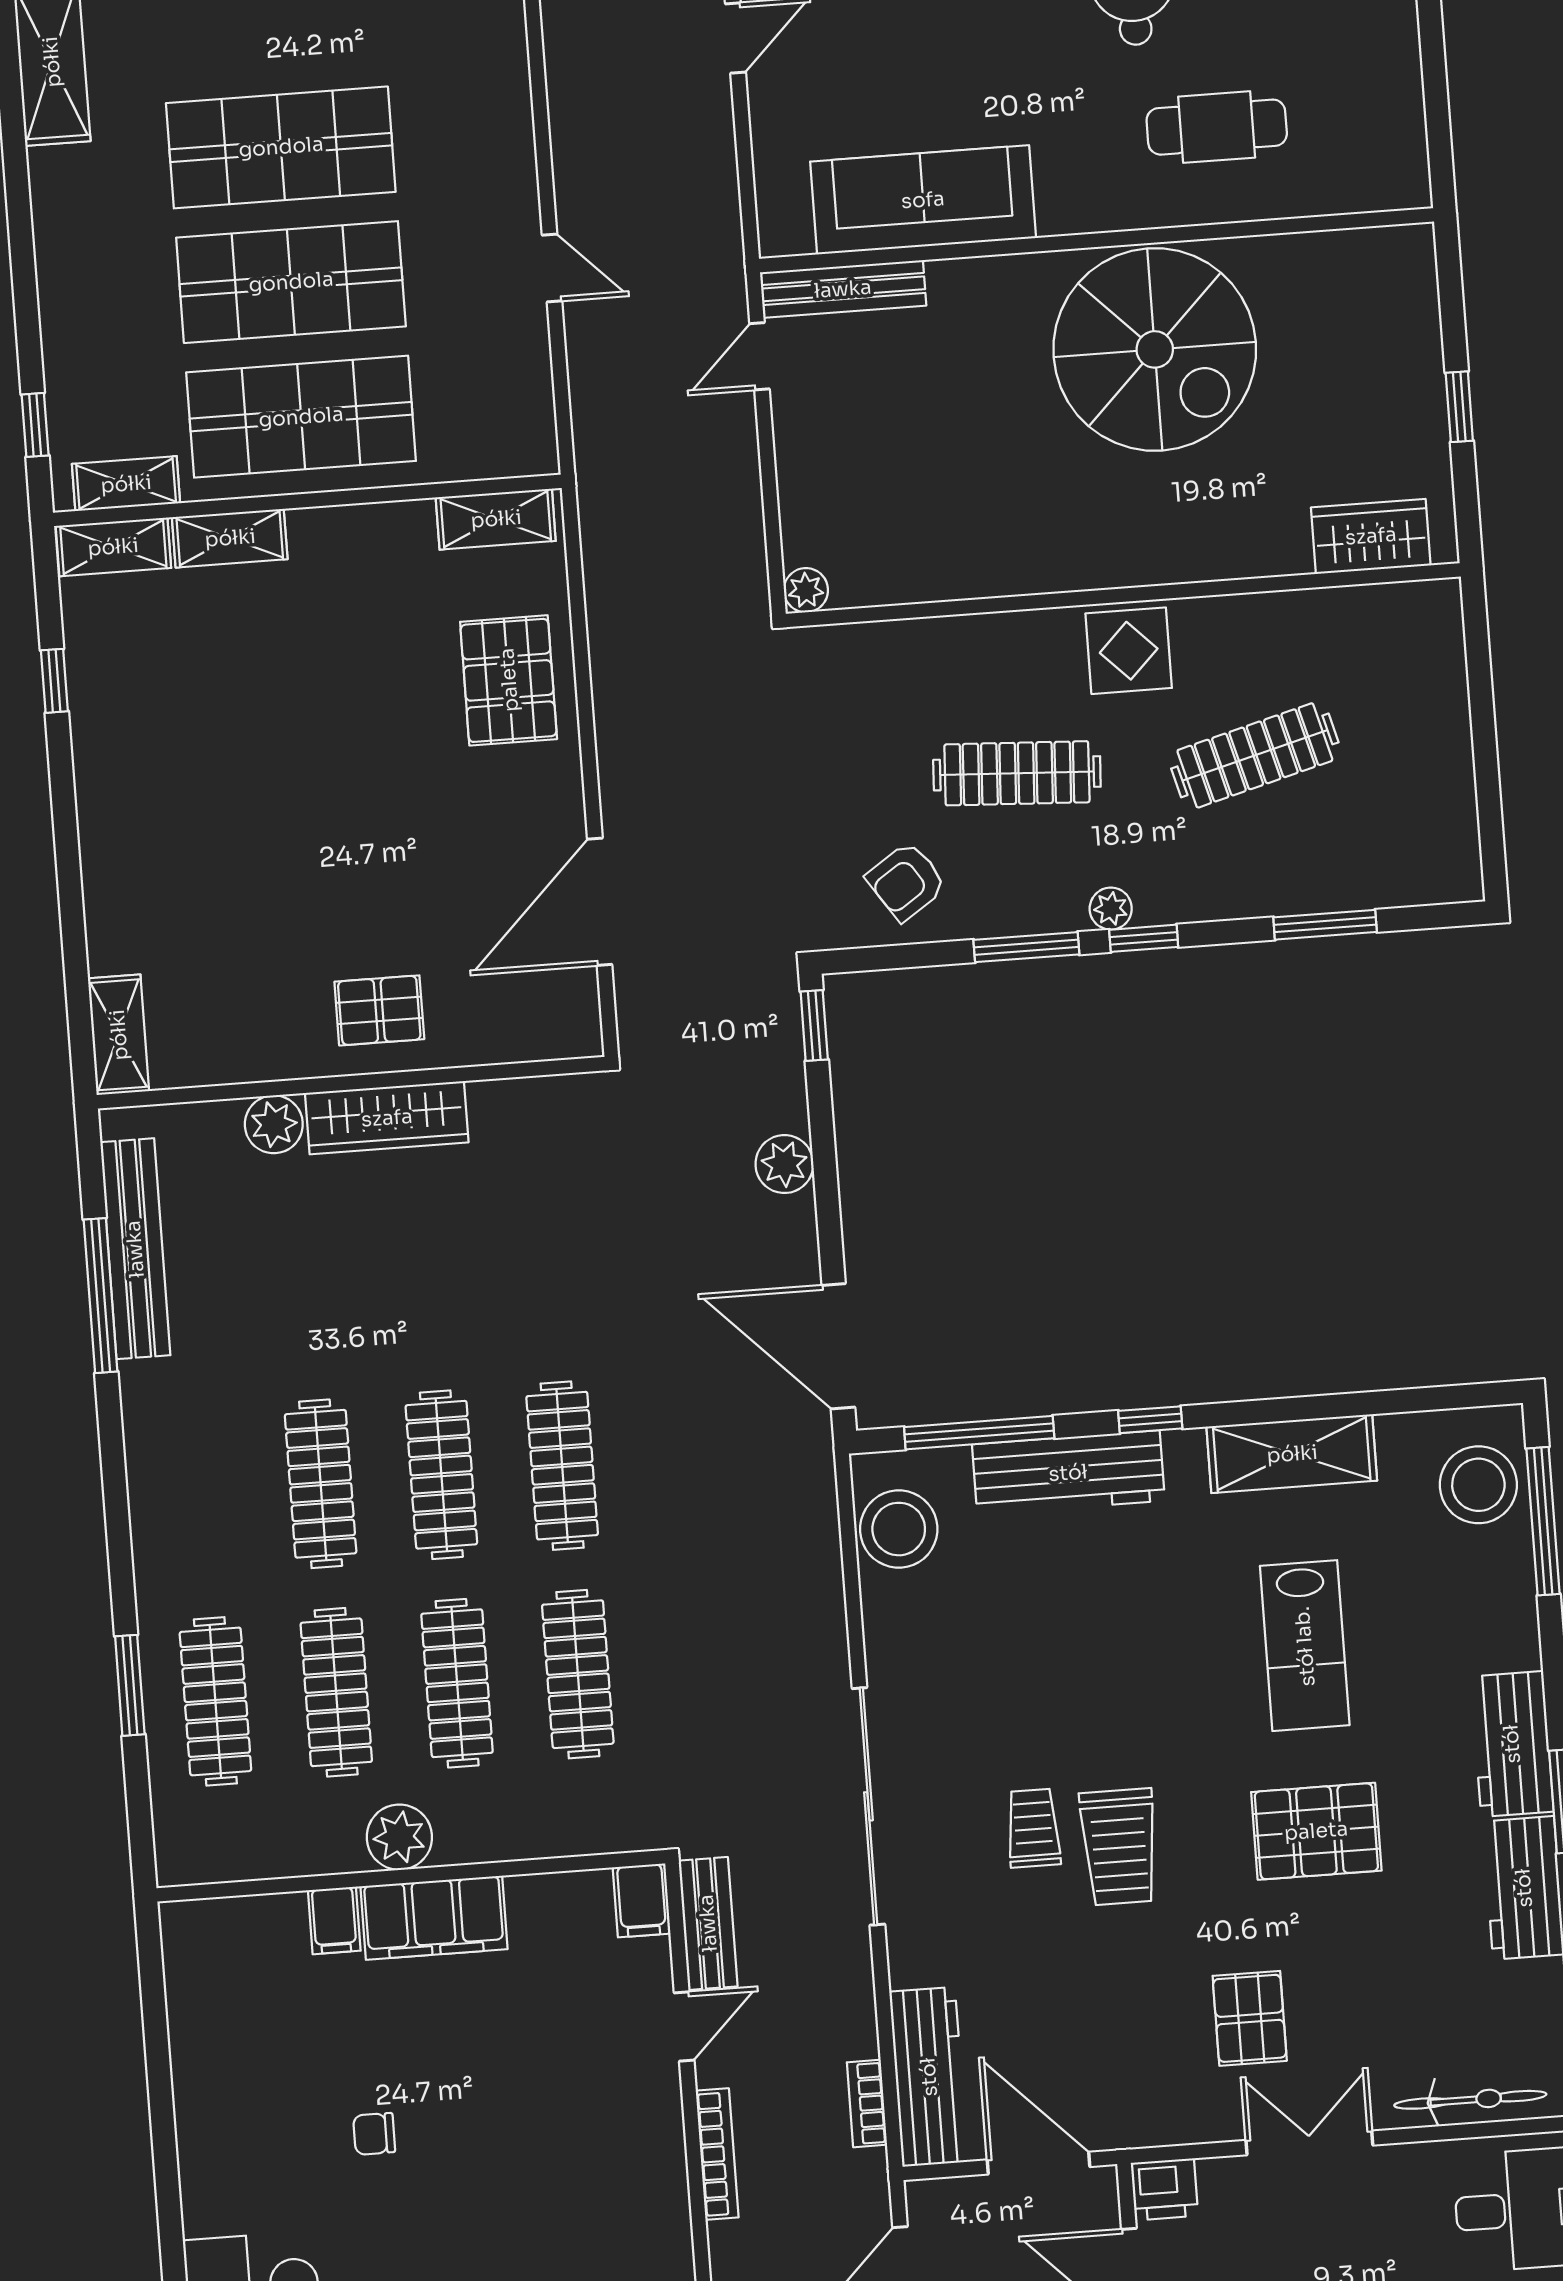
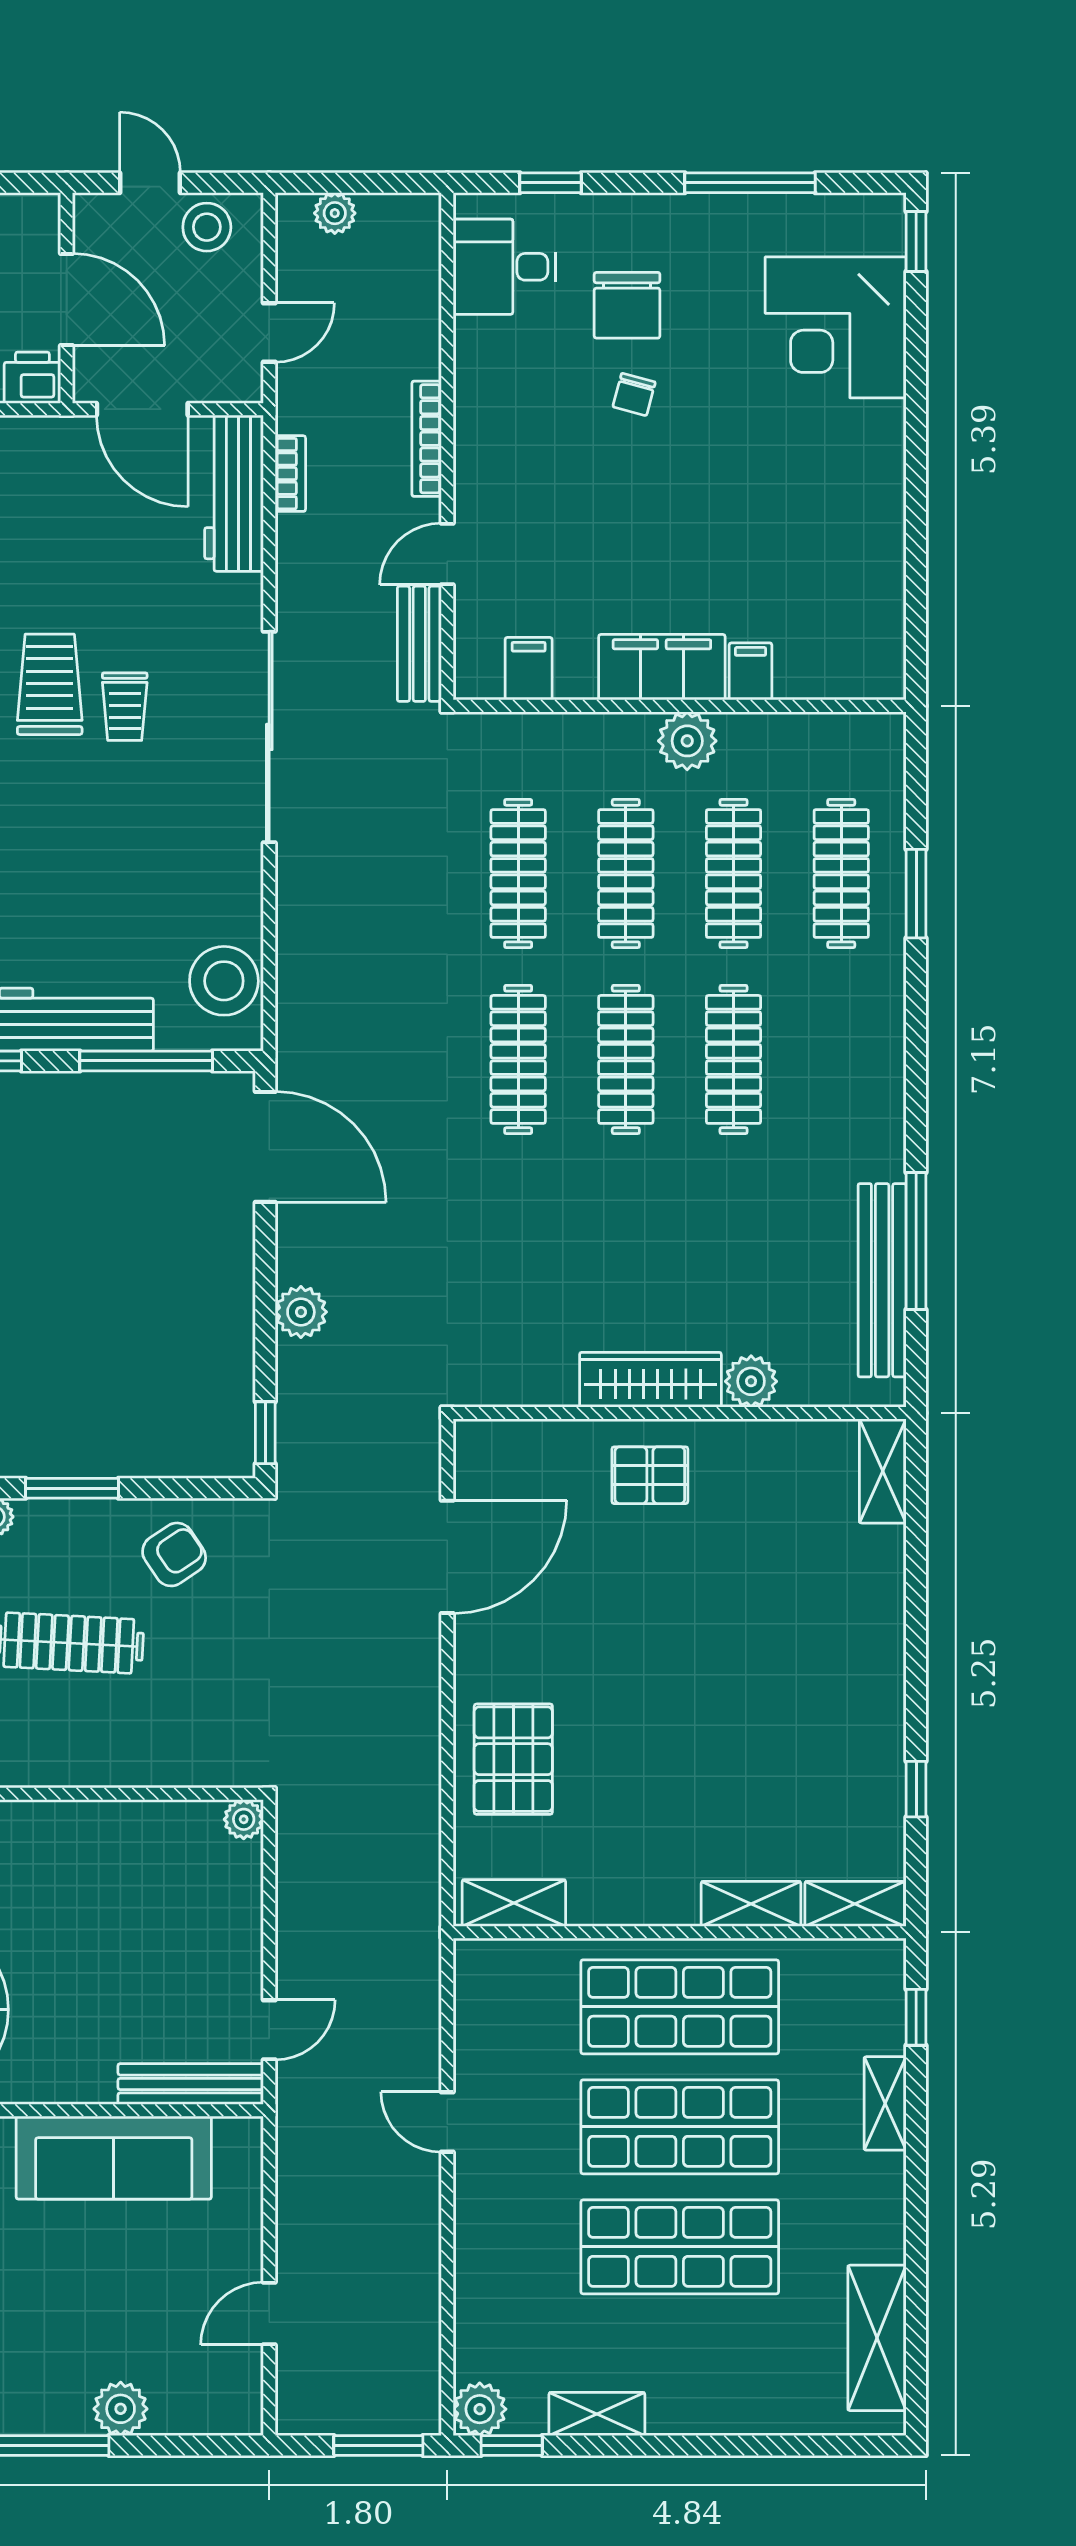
shelving: (126, 484) -> (885, 2103), moved, turned 90
filing cabinet: (642, 1900) -> (529, 669), moved
chair: (374, 2134) -> (634, 394), moved, turned 105

